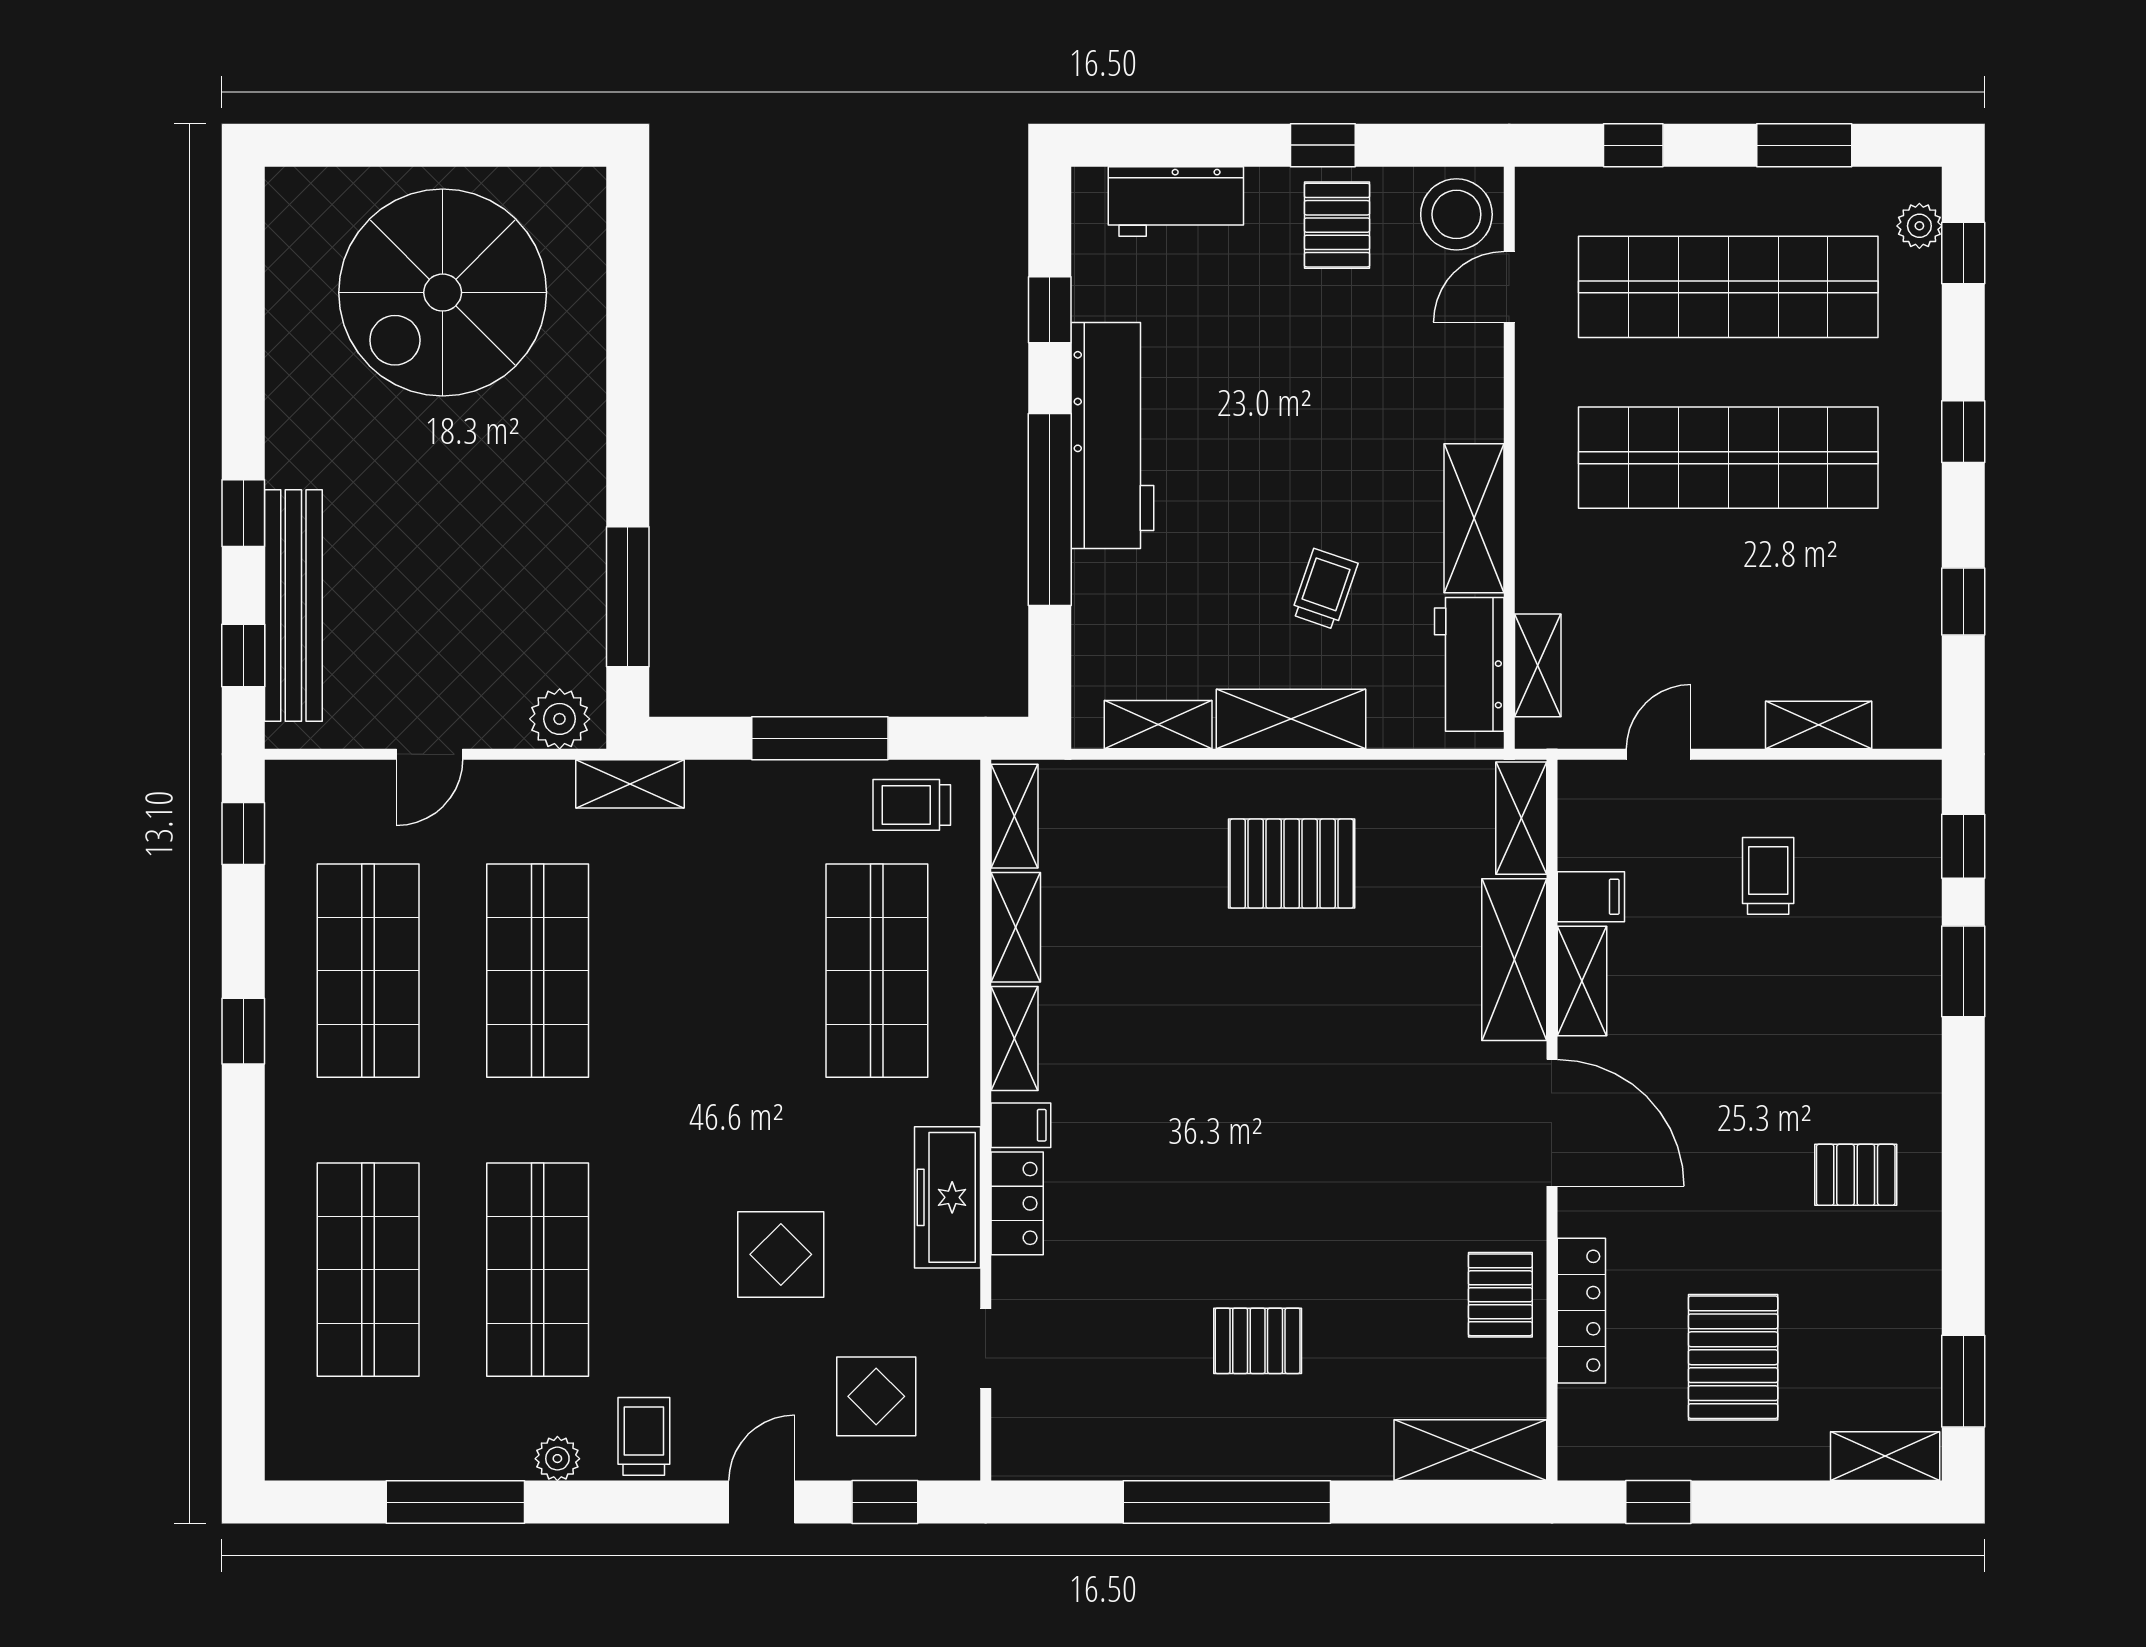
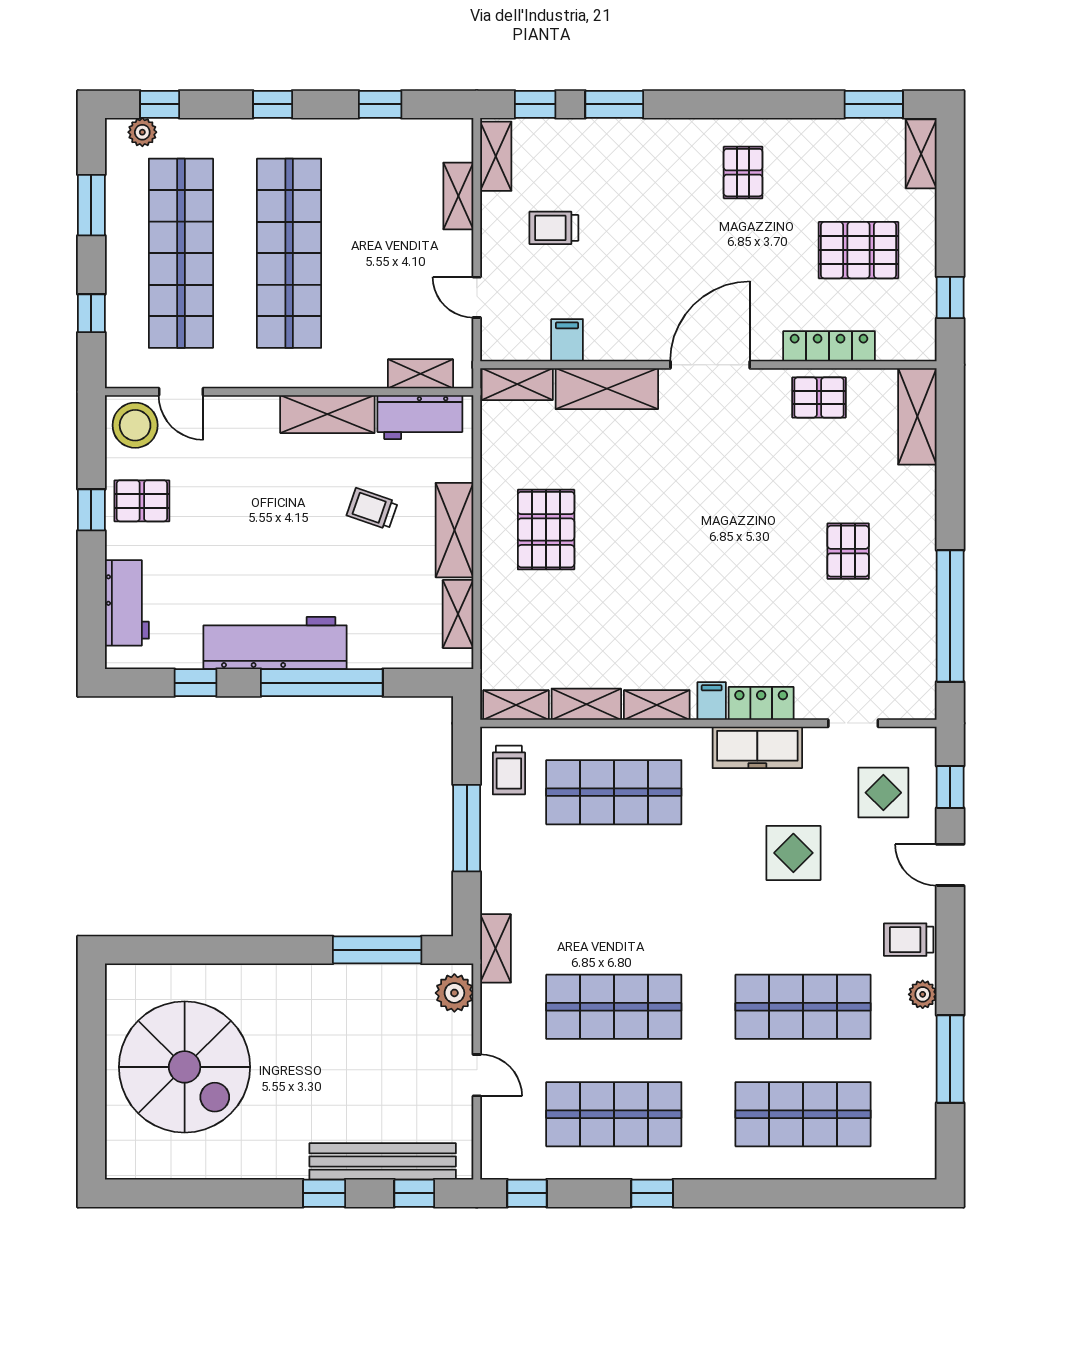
shelving: (1582, 981) -> (496, 156), moved, turned 90
window: (1227, 1502) -> (950, 616), moved

